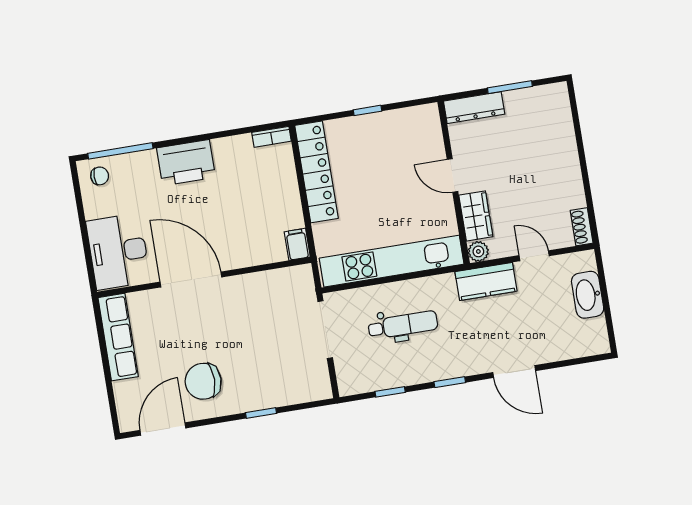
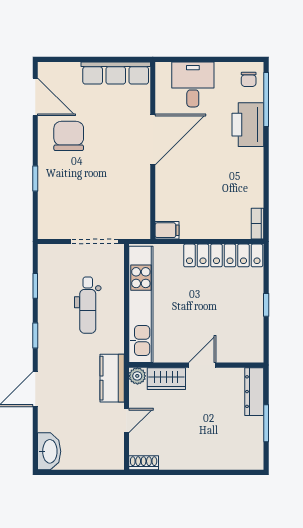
printer: (186, 163) -> (248, 125), moved
desk: (118, 251) -> (193, 84), width x0.73
washbasin: (588, 295) -> (49, 451), moved, turned 90

